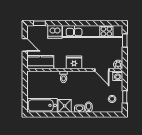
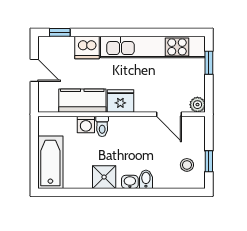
kitchen counter: (40, 62) -> (82, 101), moved
washing machine: (118, 76) -> (86, 125), moved
bathtub: (42, 105) -> (50, 162), moved, turned 90

